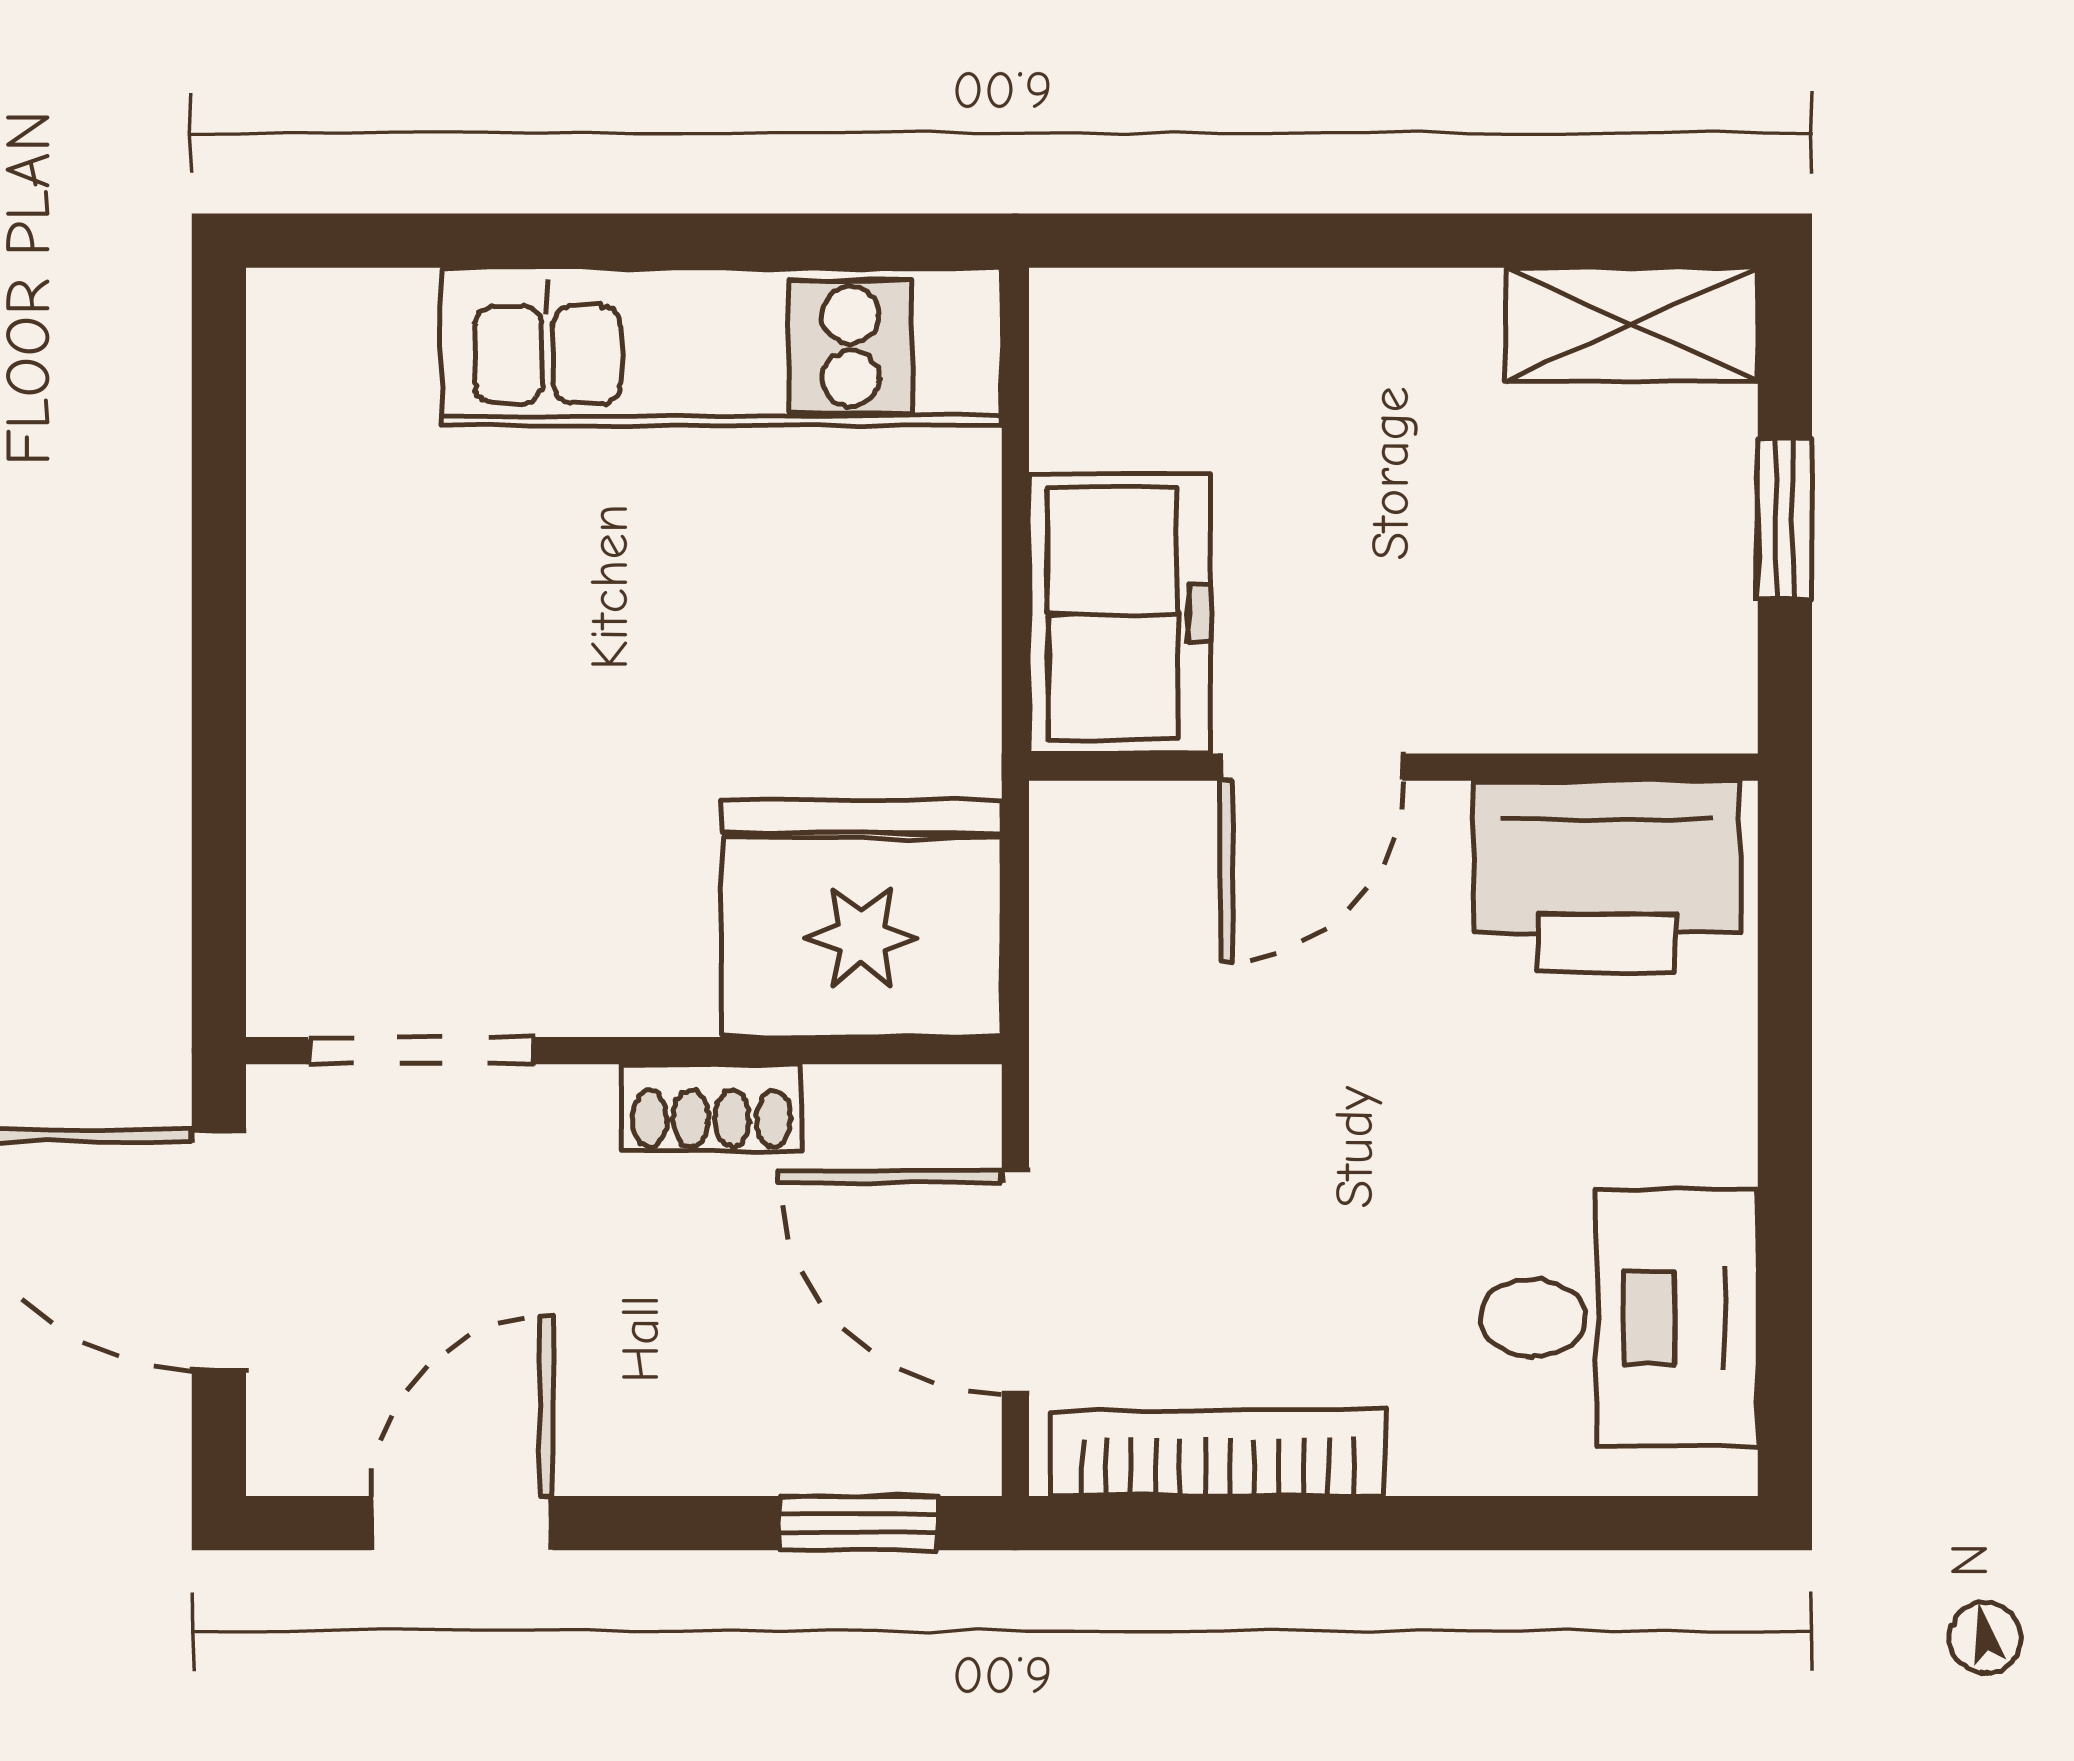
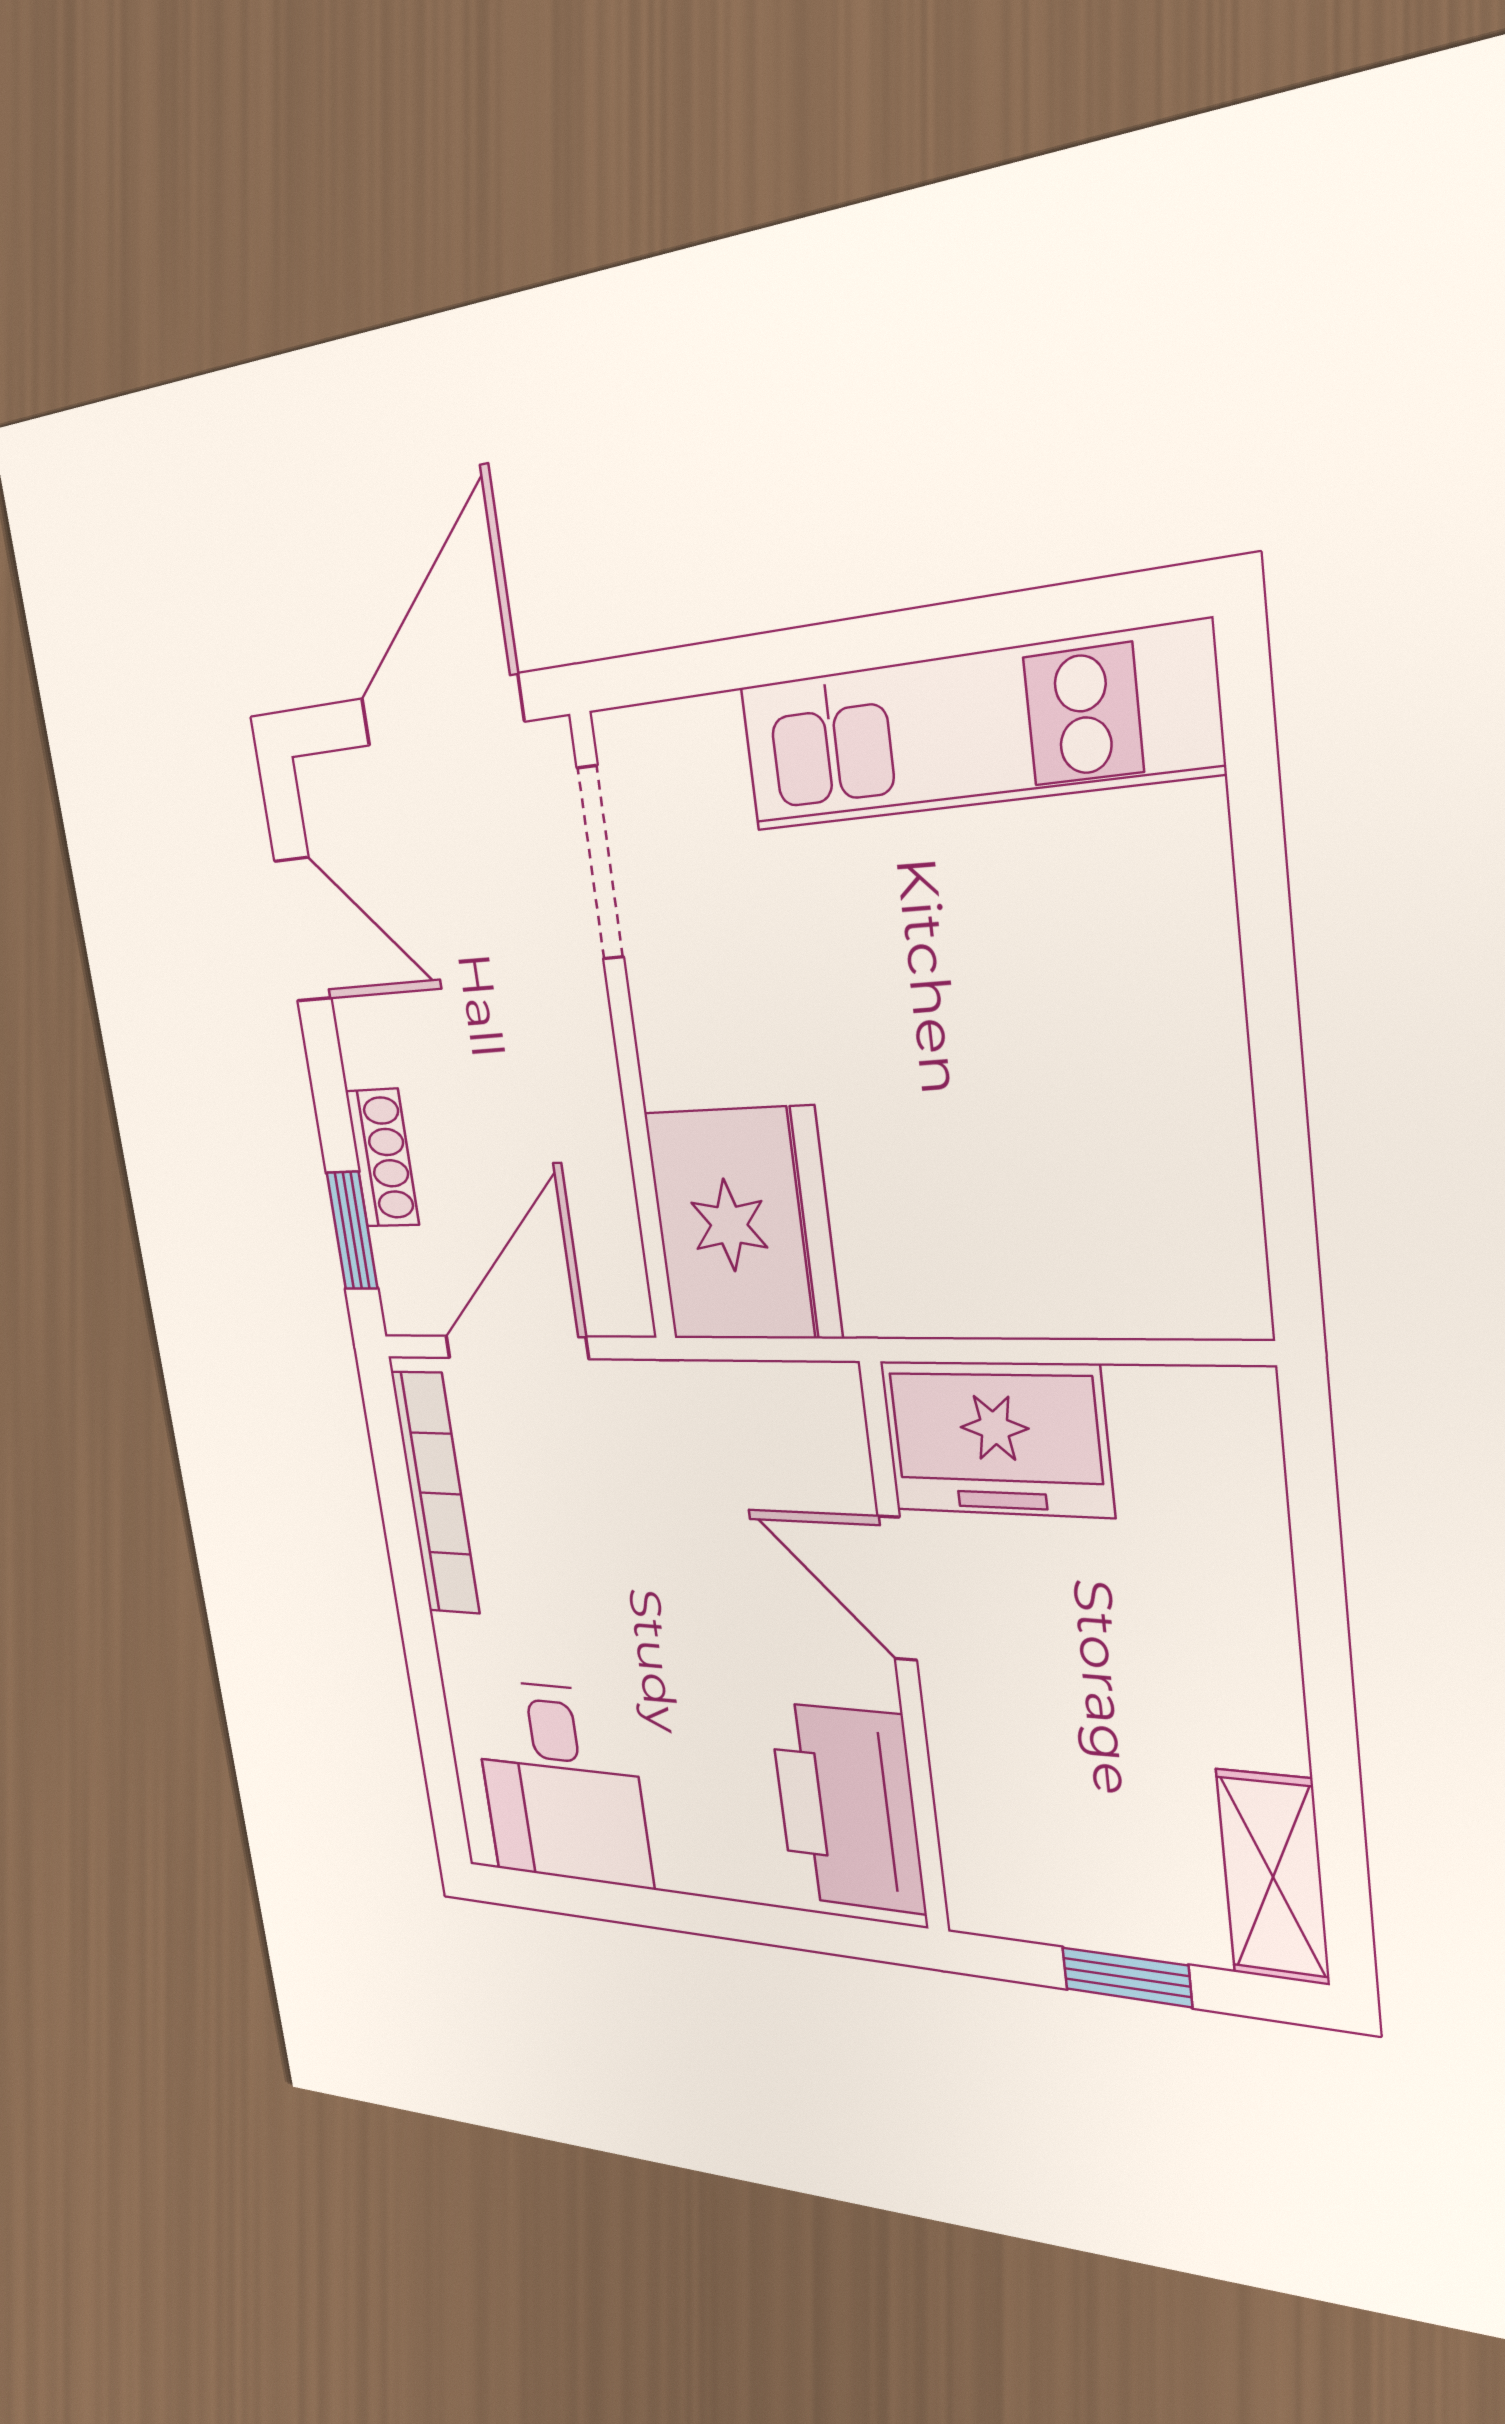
kitchen unit: (721, 347) -> (973, 729), moved, turned -90
shoe rack: (711, 1108) -> (382, 1158), moved, turned 180

